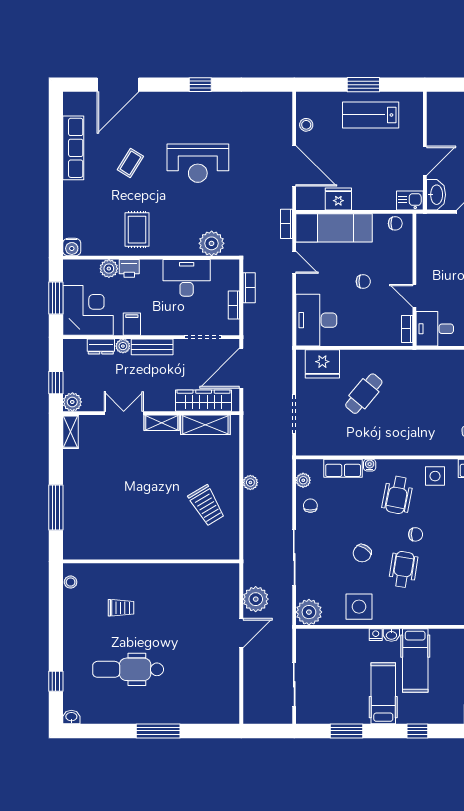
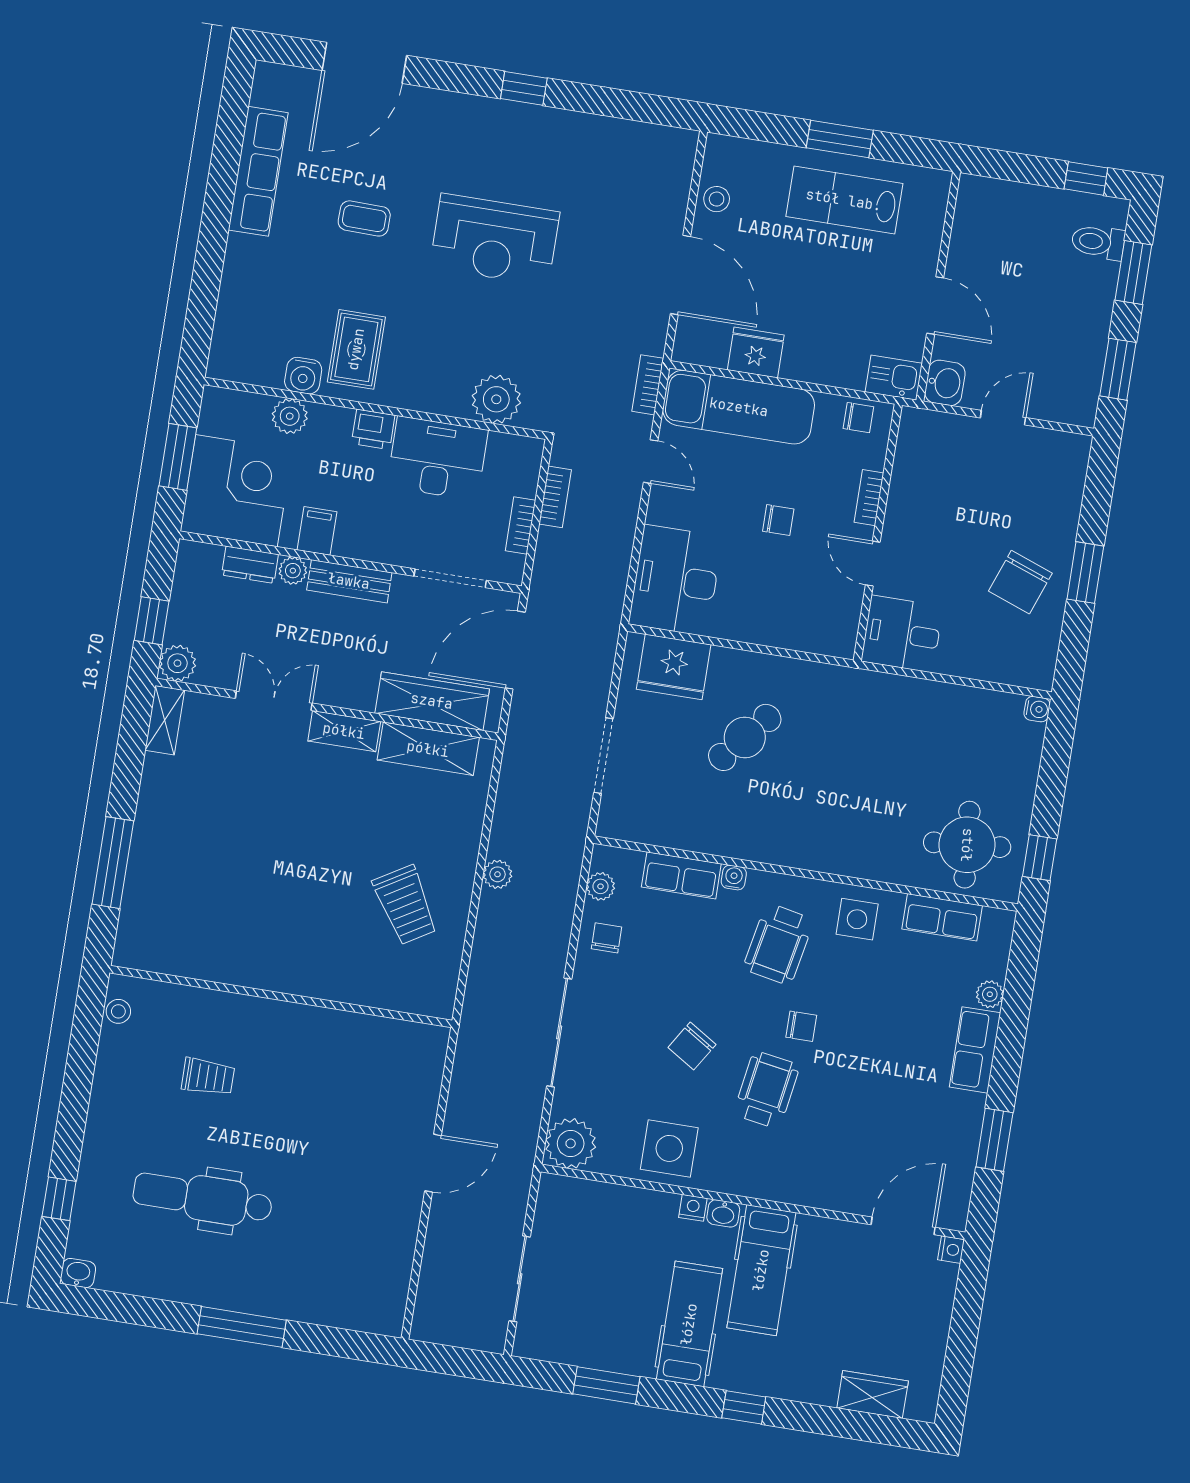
door: (425, 161) -> (935, 306), hinge flipped
coffee table: (130, 163) -> (364, 218), turned 59
washbasin: (436, 195) -> (945, 383), width x0.72
water cooler: (72, 247) -> (303, 376), moved
printer: (129, 268) -> (373, 429), moved
bookcase: (407, 329) -> (869, 498), moved
plant: (256, 599) -> (472, 1102), removed

